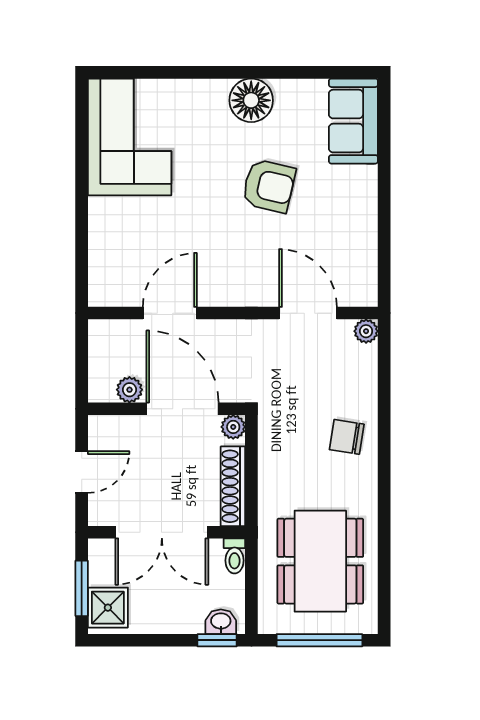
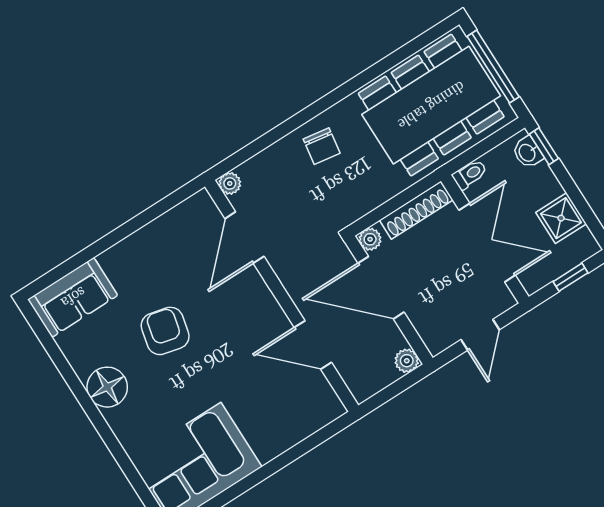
plant: (129, 390) -> (407, 361), moved
door: (182, 409) -> (381, 288), hinge flipped
door: (82, 472) -> (480, 335), swing flipped
dining table: (320, 561) -> (431, 105), width x1.36, depth x1.24
window: (82, 588) -> (571, 277), width x0.67
shower: (108, 608) -> (561, 218), moved

